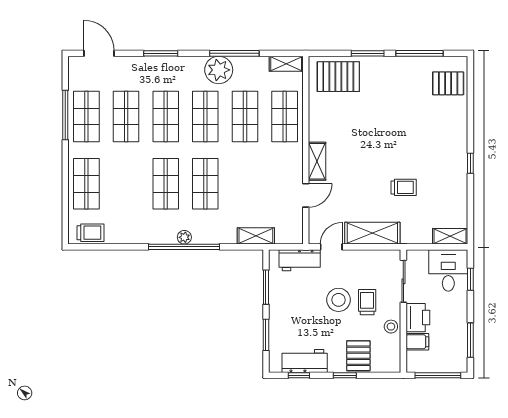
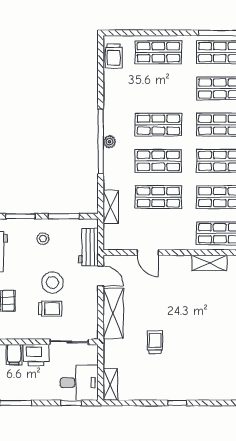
shelving: (317, 161) -> (209, 263), moved
shop shelf: (245, 184) -> (158, 197), added
trolley: (404, 187) -> (155, 342), turned 180
stool: (391, 327) -> (43, 239), moved

